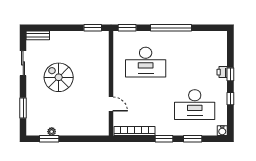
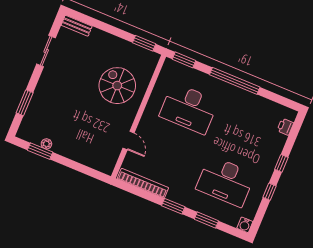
printer: (222, 72) -> (285, 127), moved
spiral stairs: (59, 77) -> (117, 86), moved

